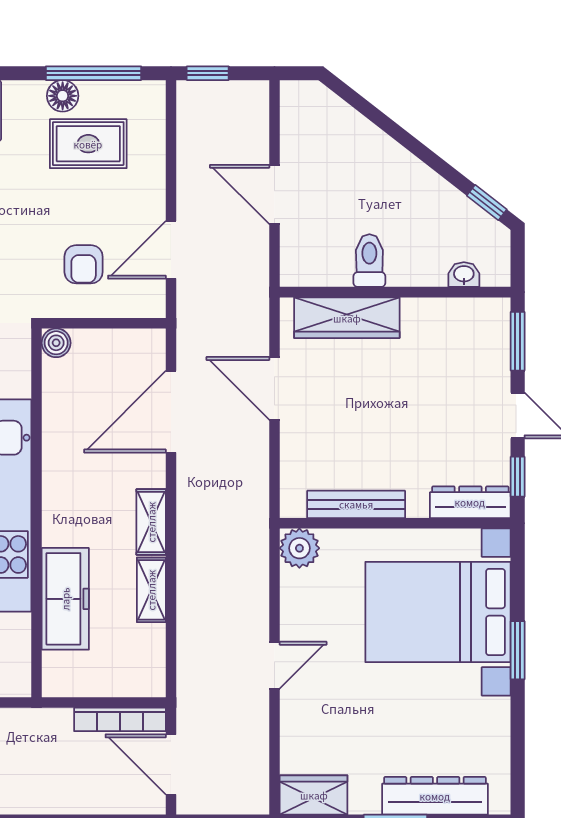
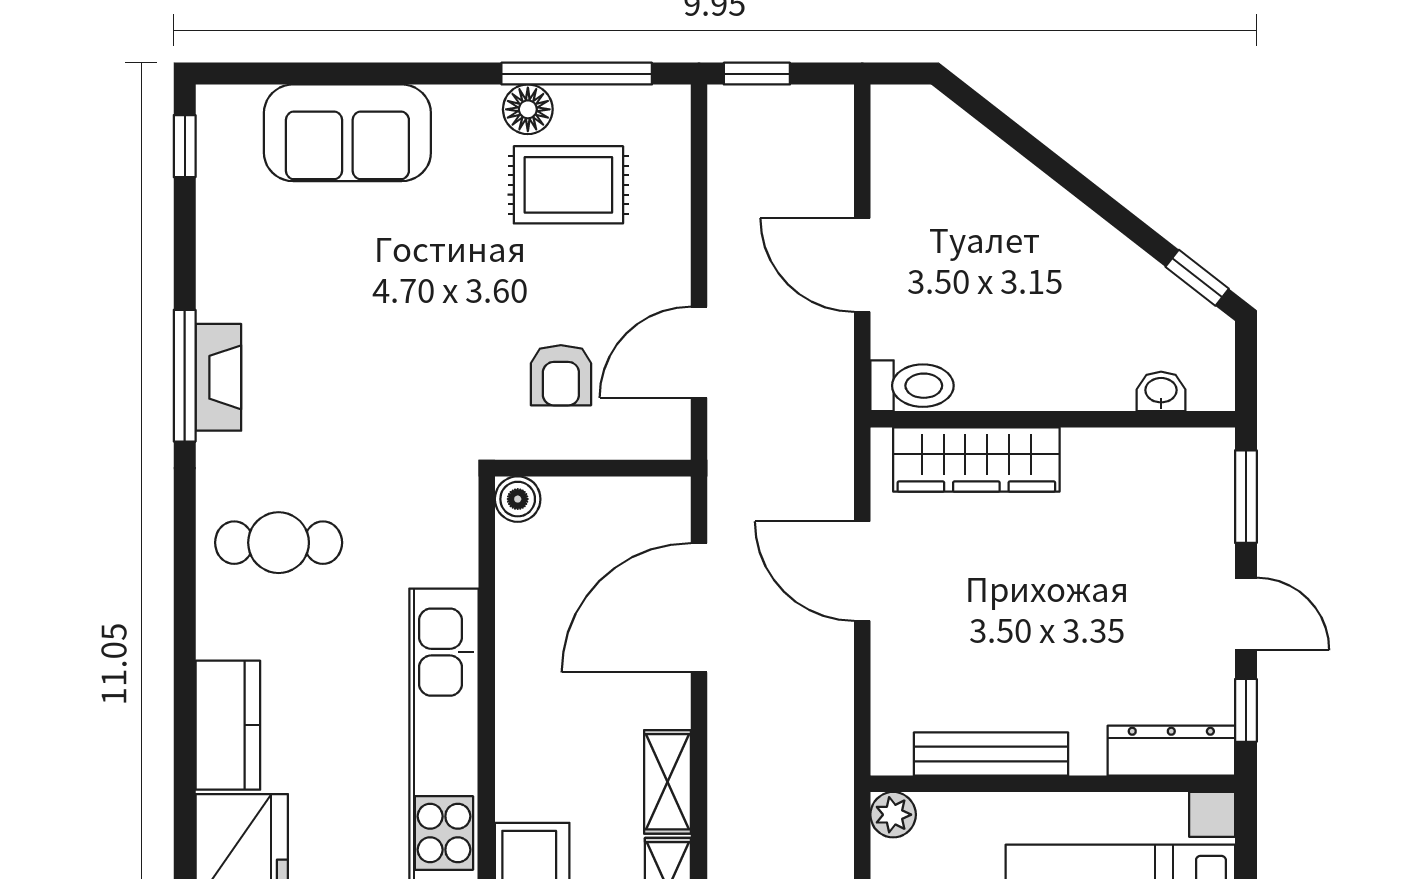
toilet: (369, 261) -> (912, 386), moved, turned 90
plant: (299, 548) -> (893, 815), width x0.73, depth x0.73

